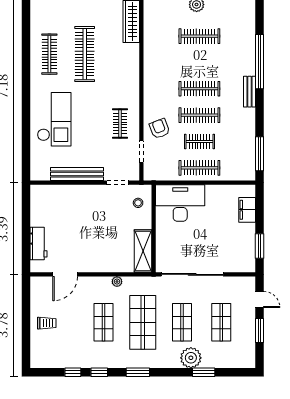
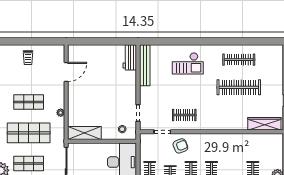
checkout: (54, 119) -> (188, 63), width x0.73, depth x0.83
bench: (77, 174) -> (145, 65), moved
workbench: (38, 243) -> (130, 57), moved, turned 90
door: (65, 274) -> (66, 72), swing flipped

